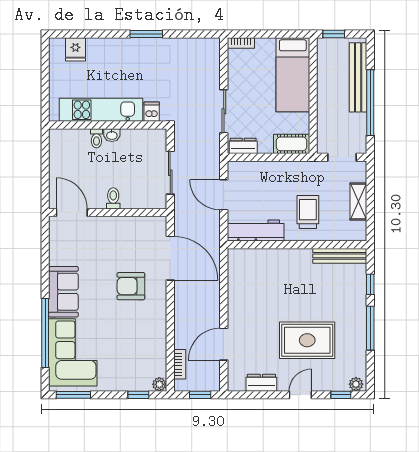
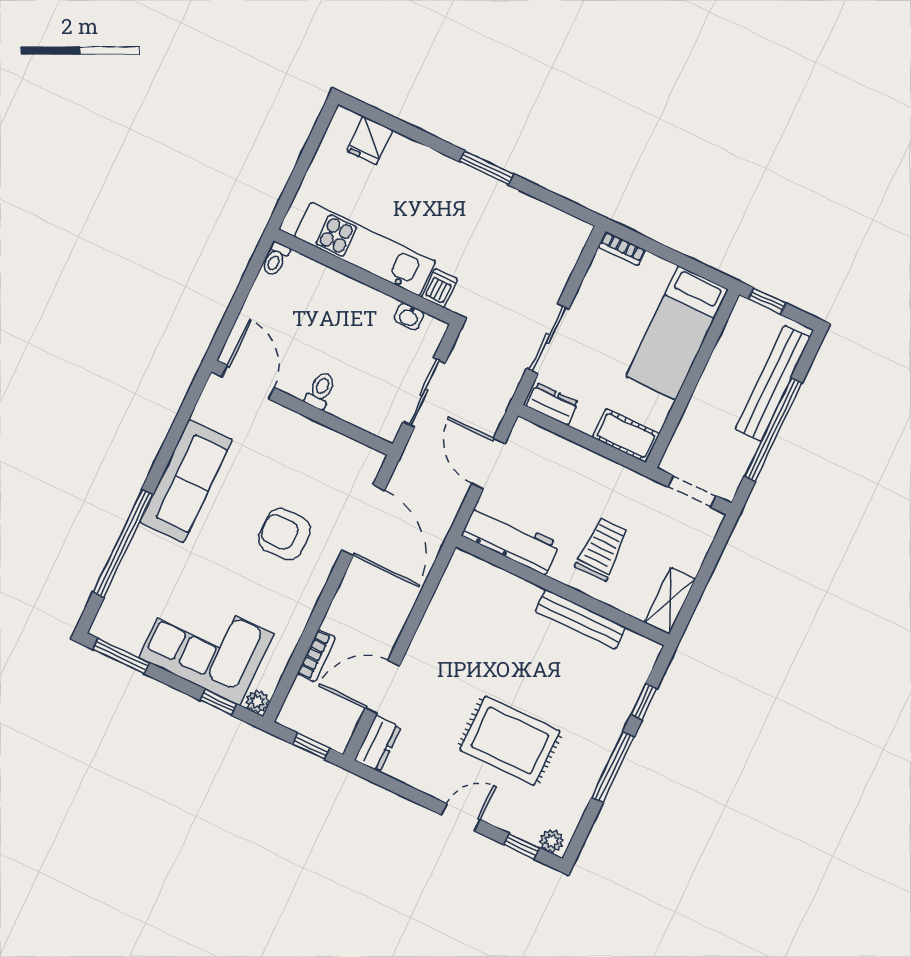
washbasin: (112, 135) -> (409, 316), moved
toilet: (96, 138) -> (275, 259), moved
shelving: (358, 201) -> (670, 601), moved
bench: (340, 256) -> (580, 619), moved
sofa: (63, 292) -> (186, 481), width x1.36
corner sofa: (73, 352) -> (206, 646), moved, turned -90
bookcase: (180, 364) -> (316, 656), moved
dresser: (261, 383) -> (378, 743), moved, turned 90

